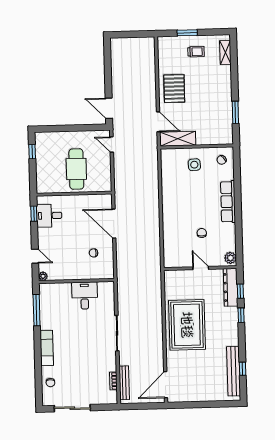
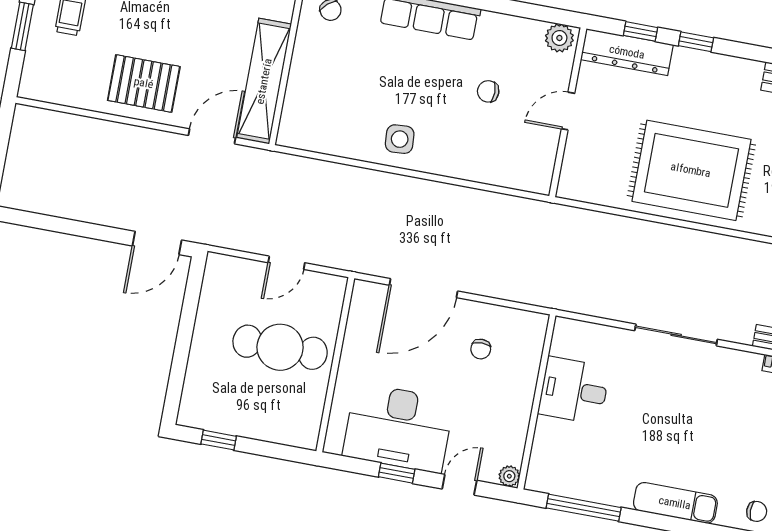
shelving: (178, 139) -> (264, 81), width x1.47
door: (112, 145) -> (286, 263), moved
side table: (194, 165) -> (400, 139), moved
window: (34, 214) -> (397, 473), moved
desk: (49, 216) -> (398, 428), width x1.87, depth x1.30

